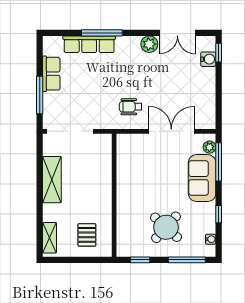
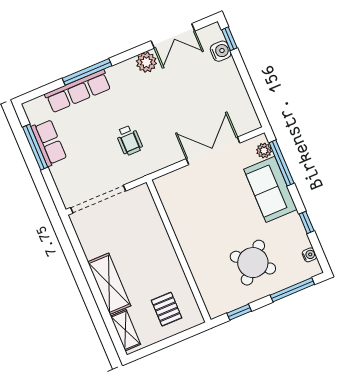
window: (40, 95) -> (35, 147), moved
wheelchair: (131, 107) -> (129, 140), moved, turned -90
shelving: (52, 180) -> (109, 284), moved

